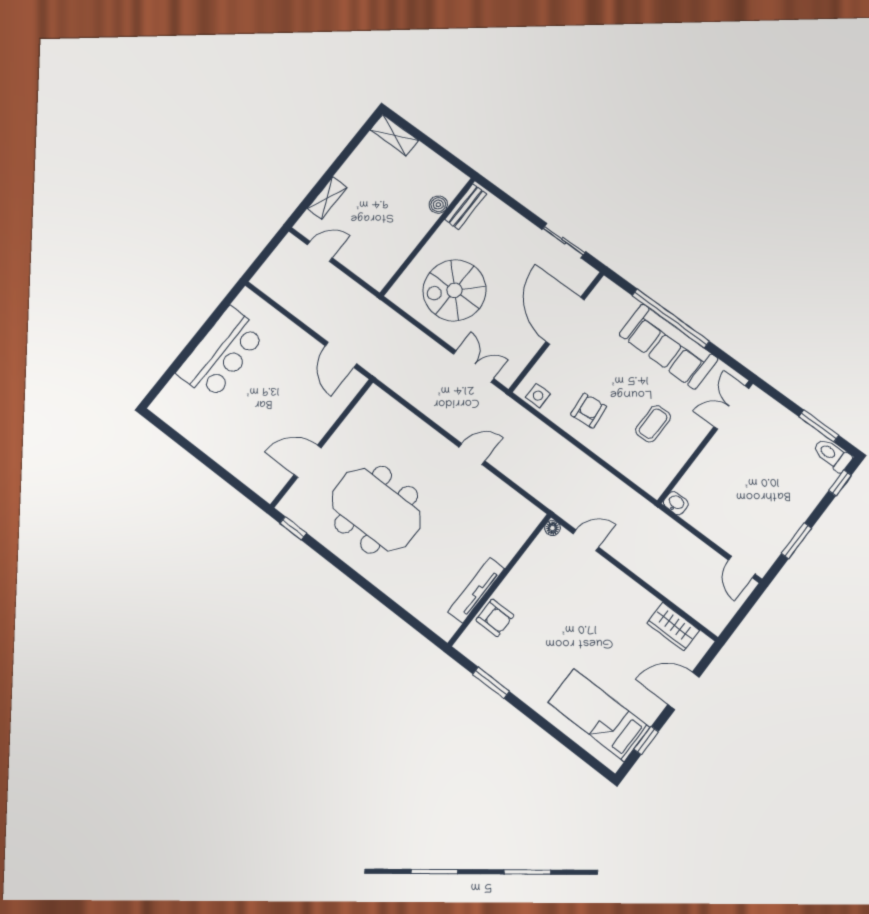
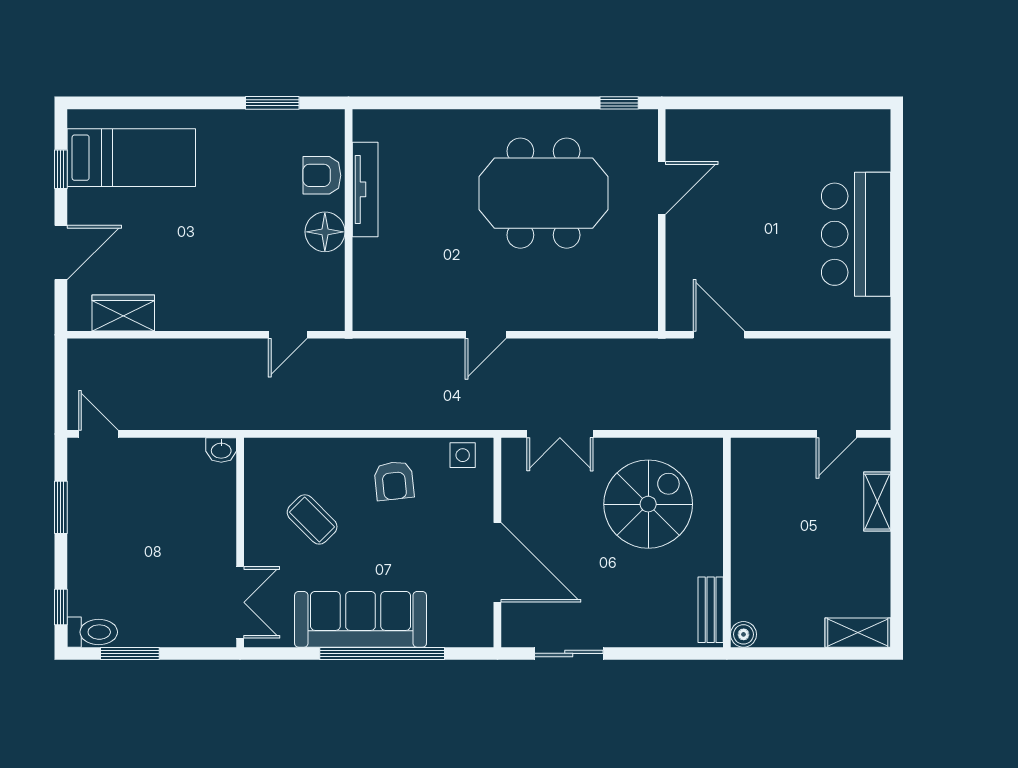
boiler: (438, 205) -> (744, 634), moved
coffee table: (653, 424) -> (312, 519), turned -45
floor lamp: (552, 528) -> (325, 232), moved, width x1.89, depth x1.89

